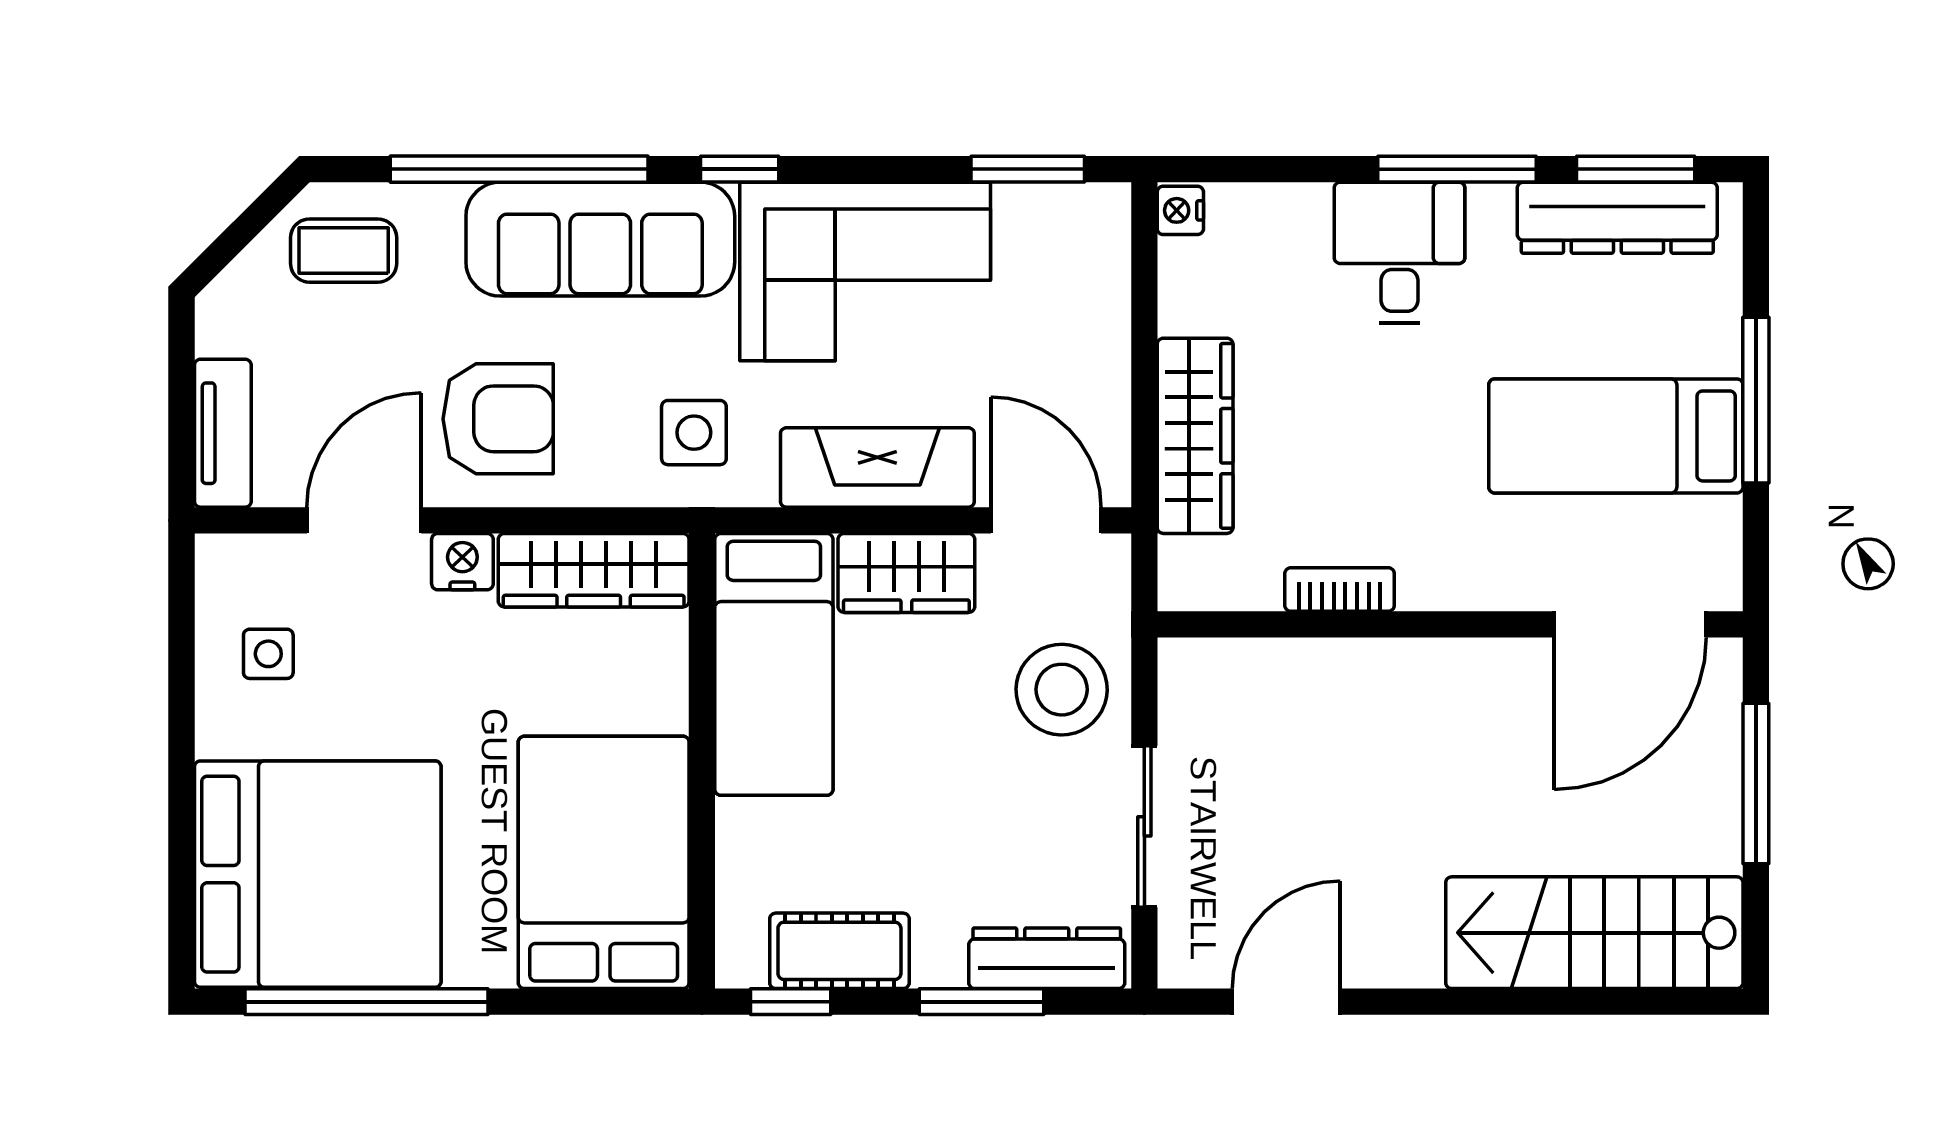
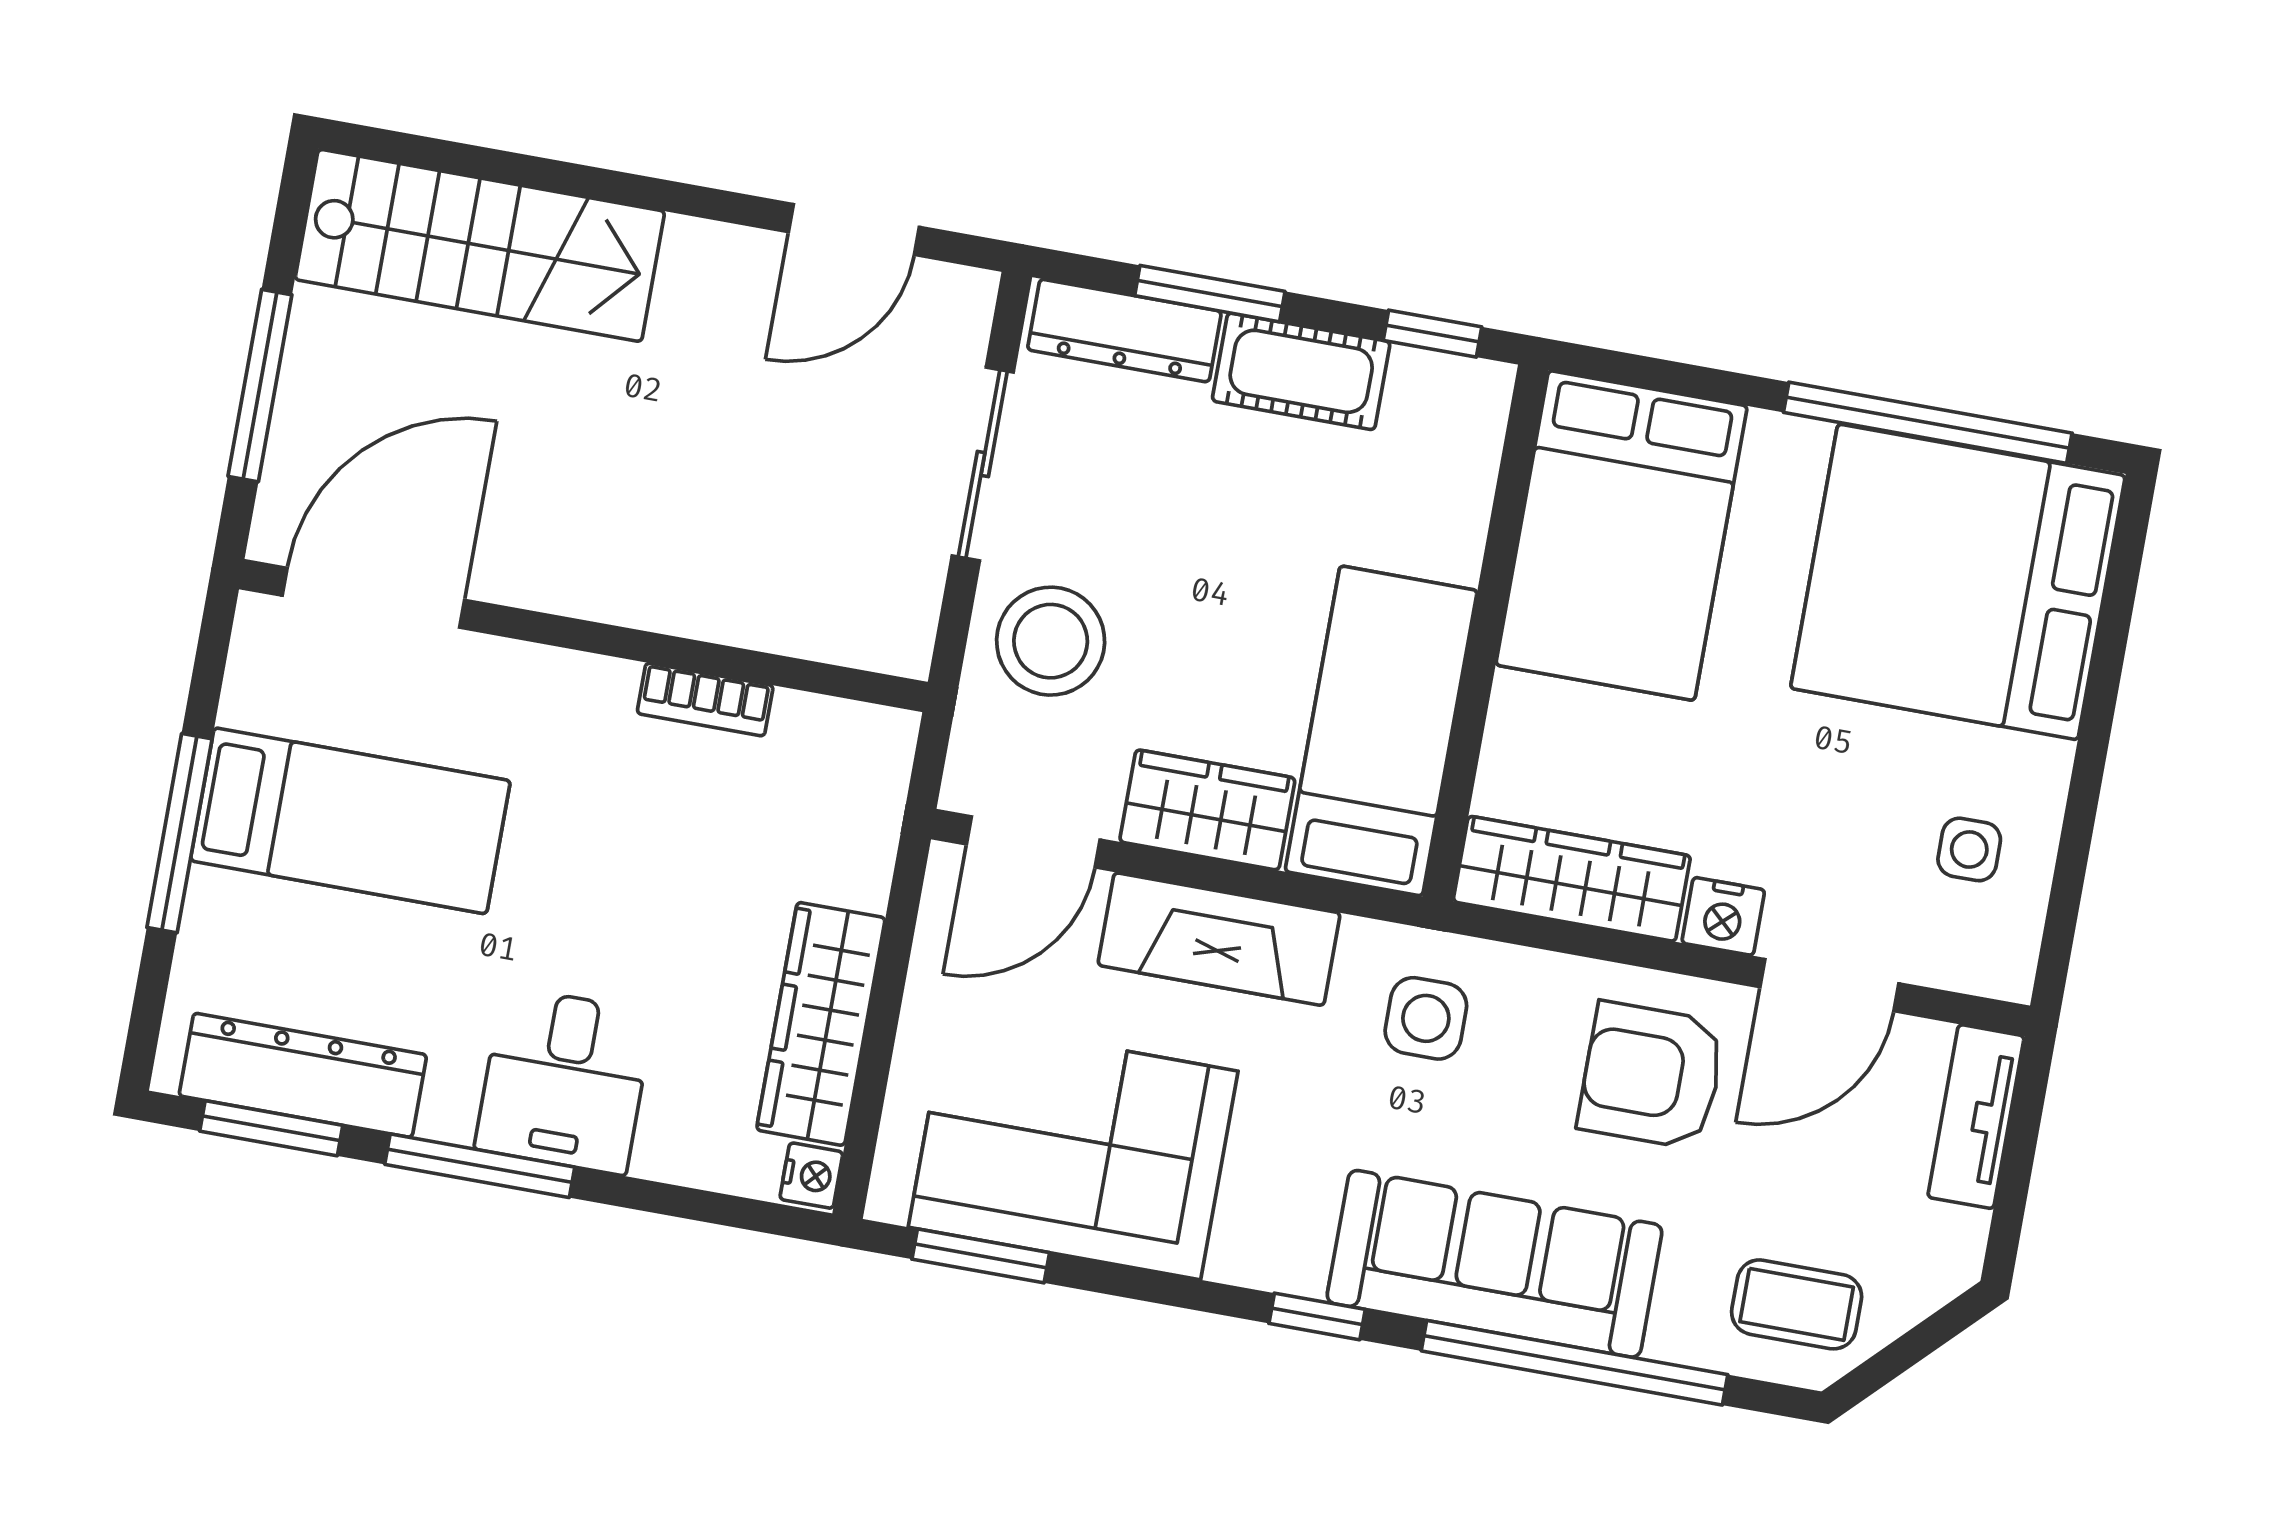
corner sofa: (865, 271) -> (1073, 1149), moved
wardrobe: (1195, 436) -> (821, 1024), moved
door: (1046, 520) -> (1033, 842), hinge flipped
cot: (839, 951) -> (1301, 371), moved

